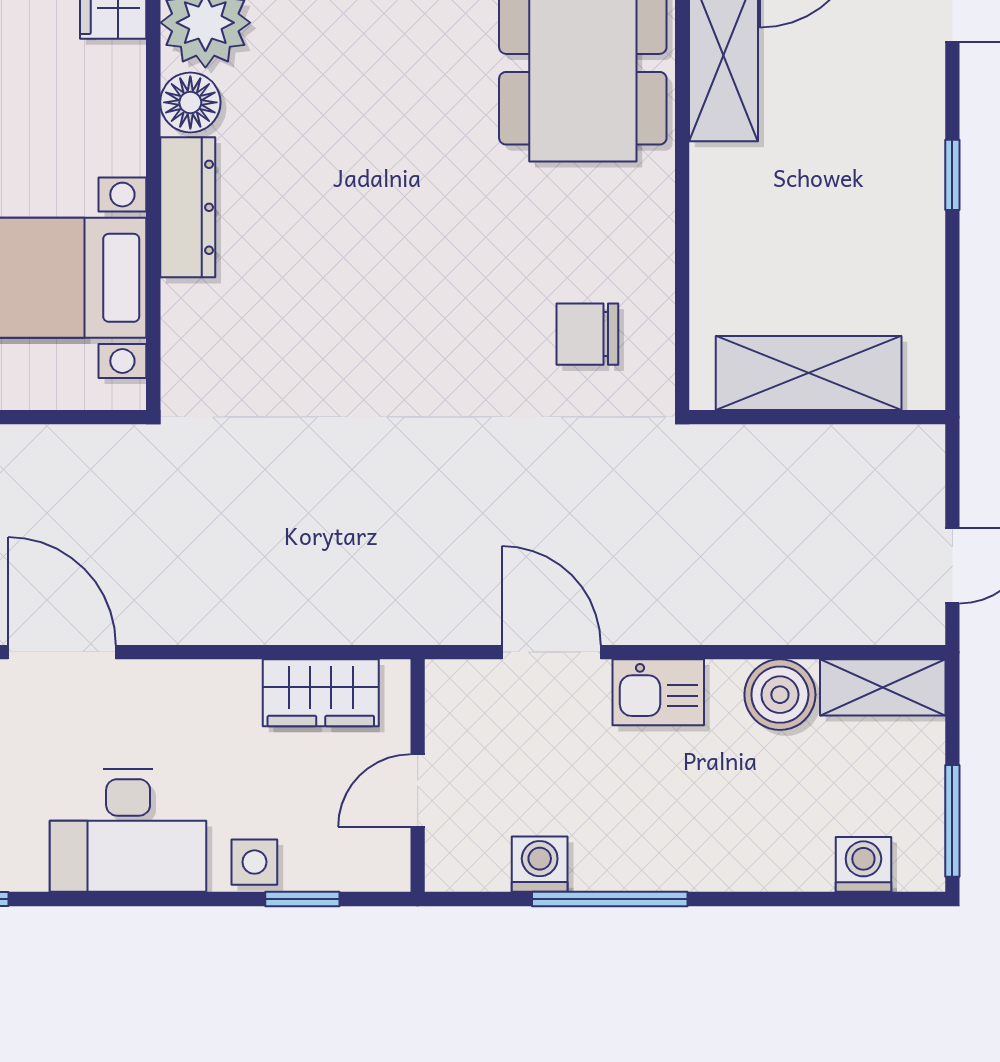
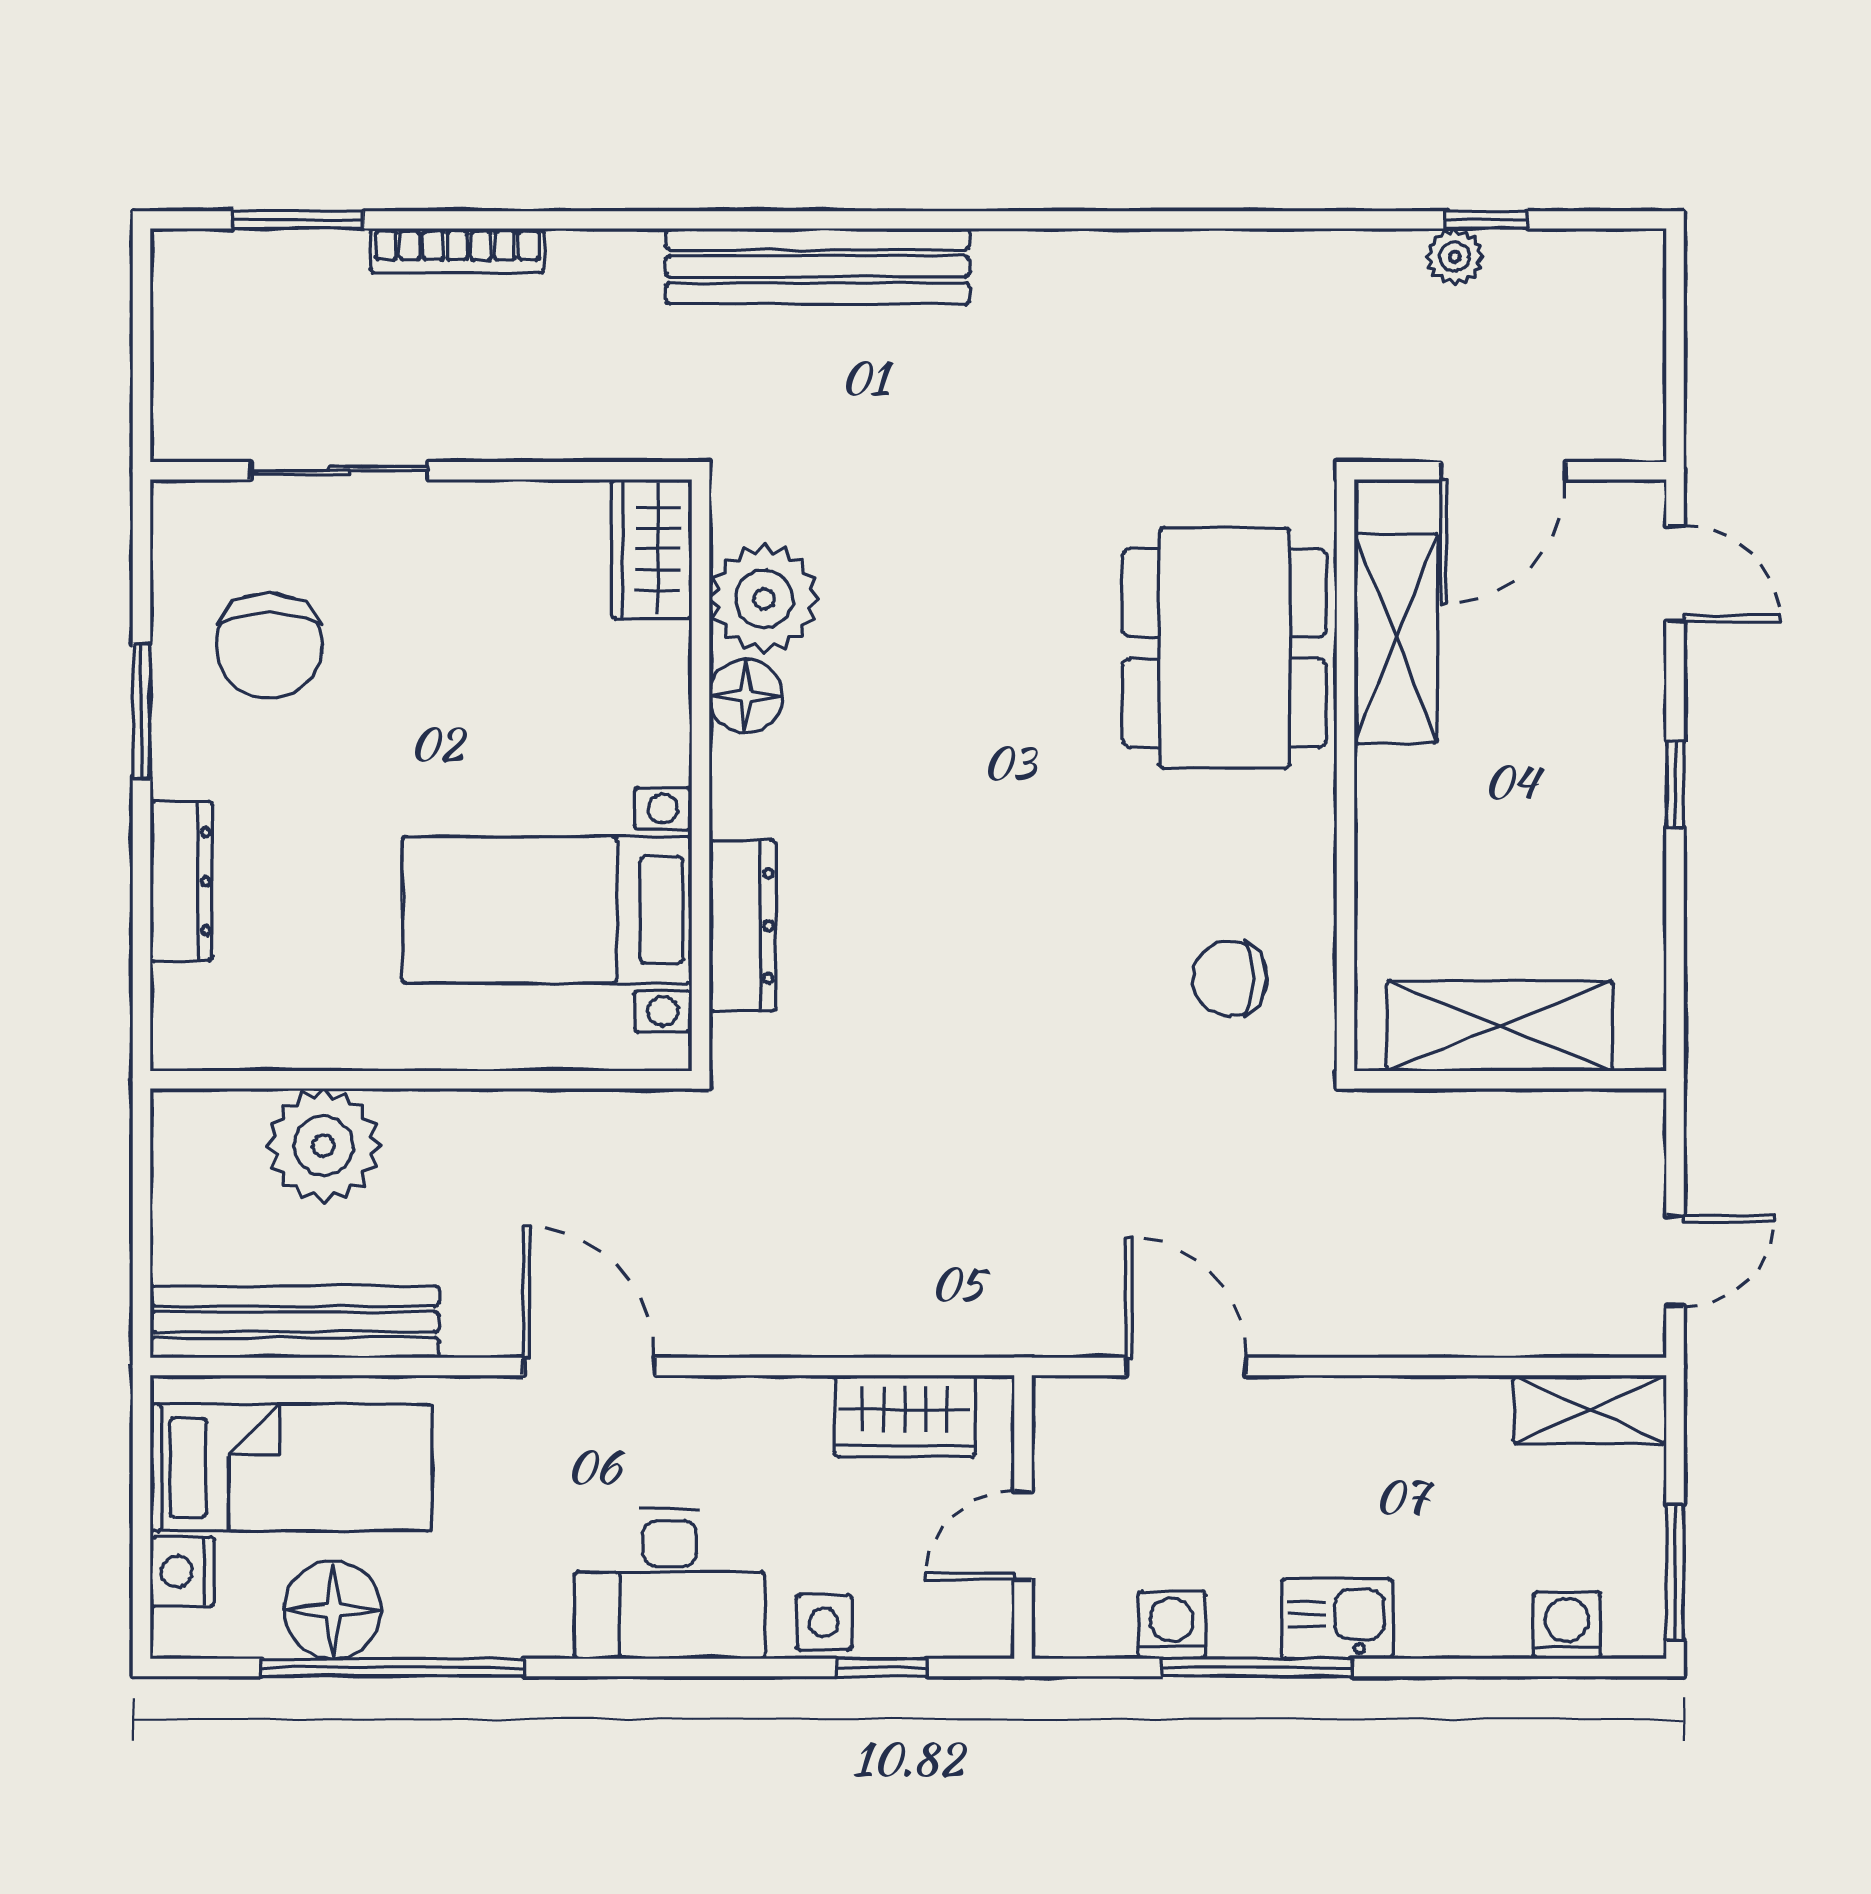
dresser: (188, 207) -> (743, 926), moved
kitchen sink: (658, 692) -> (1337, 1619), moved, turned 180
boiler: (780, 695) -> (1465, 1418), removed

